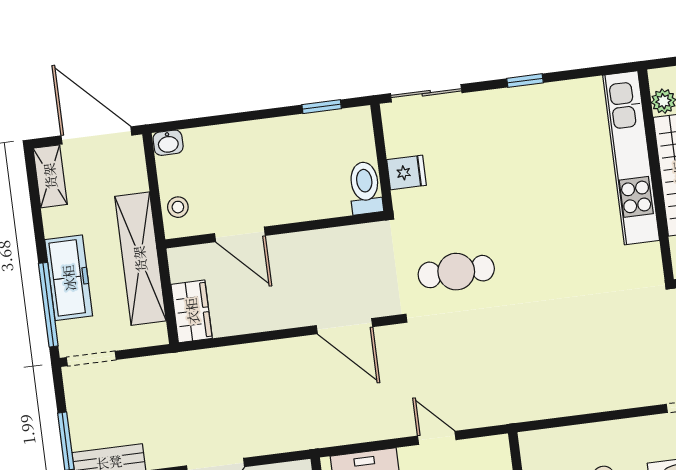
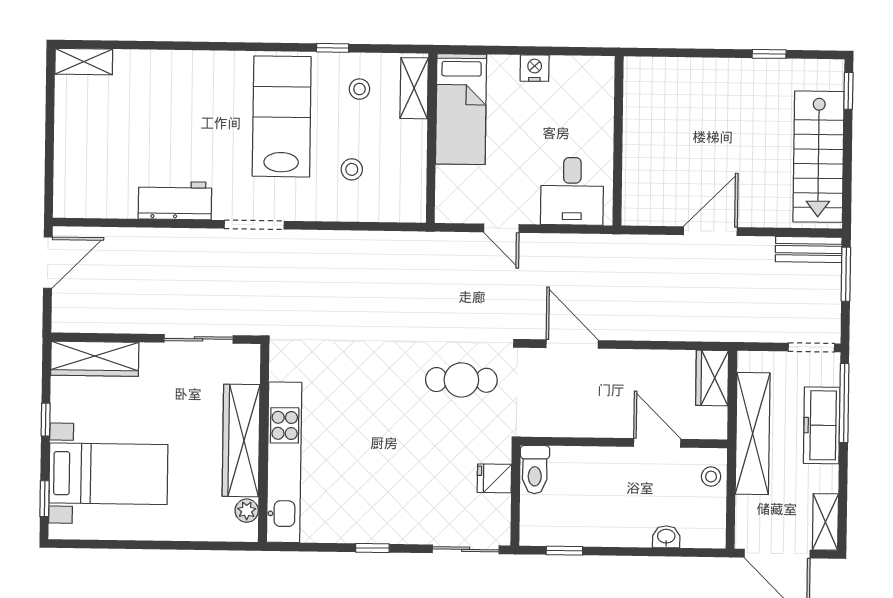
washbasin: (168, 143) -> (666, 537), moved

